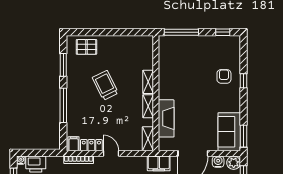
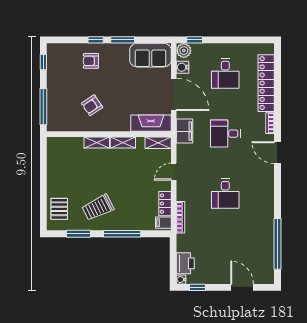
armchair: (183, 77) -> (92, 105), added
trolley: (105, 85) -> (98, 207), moved
fireplace: (166, 118) -> (151, 123), moved
window: (244, 136) -> (123, 40), moved
door: (111, 153) -> (174, 172), moved

